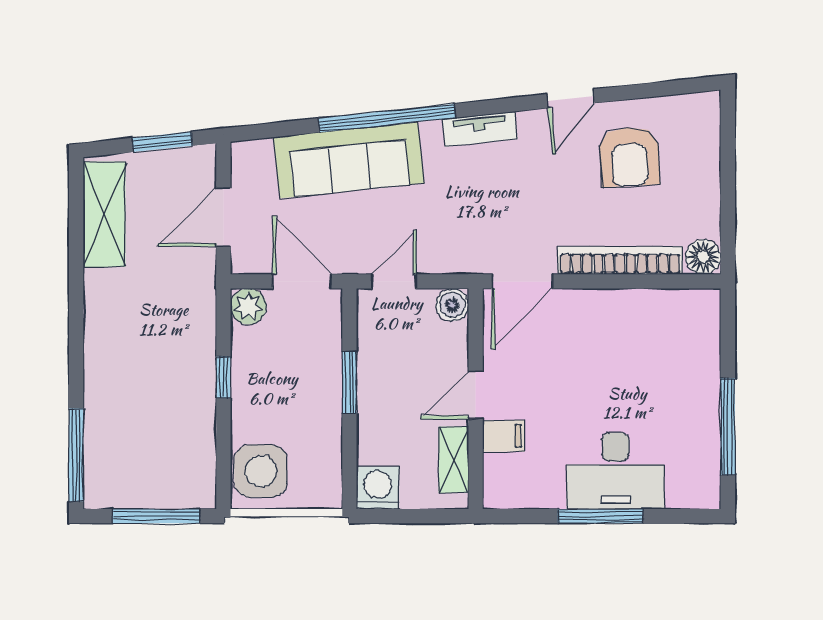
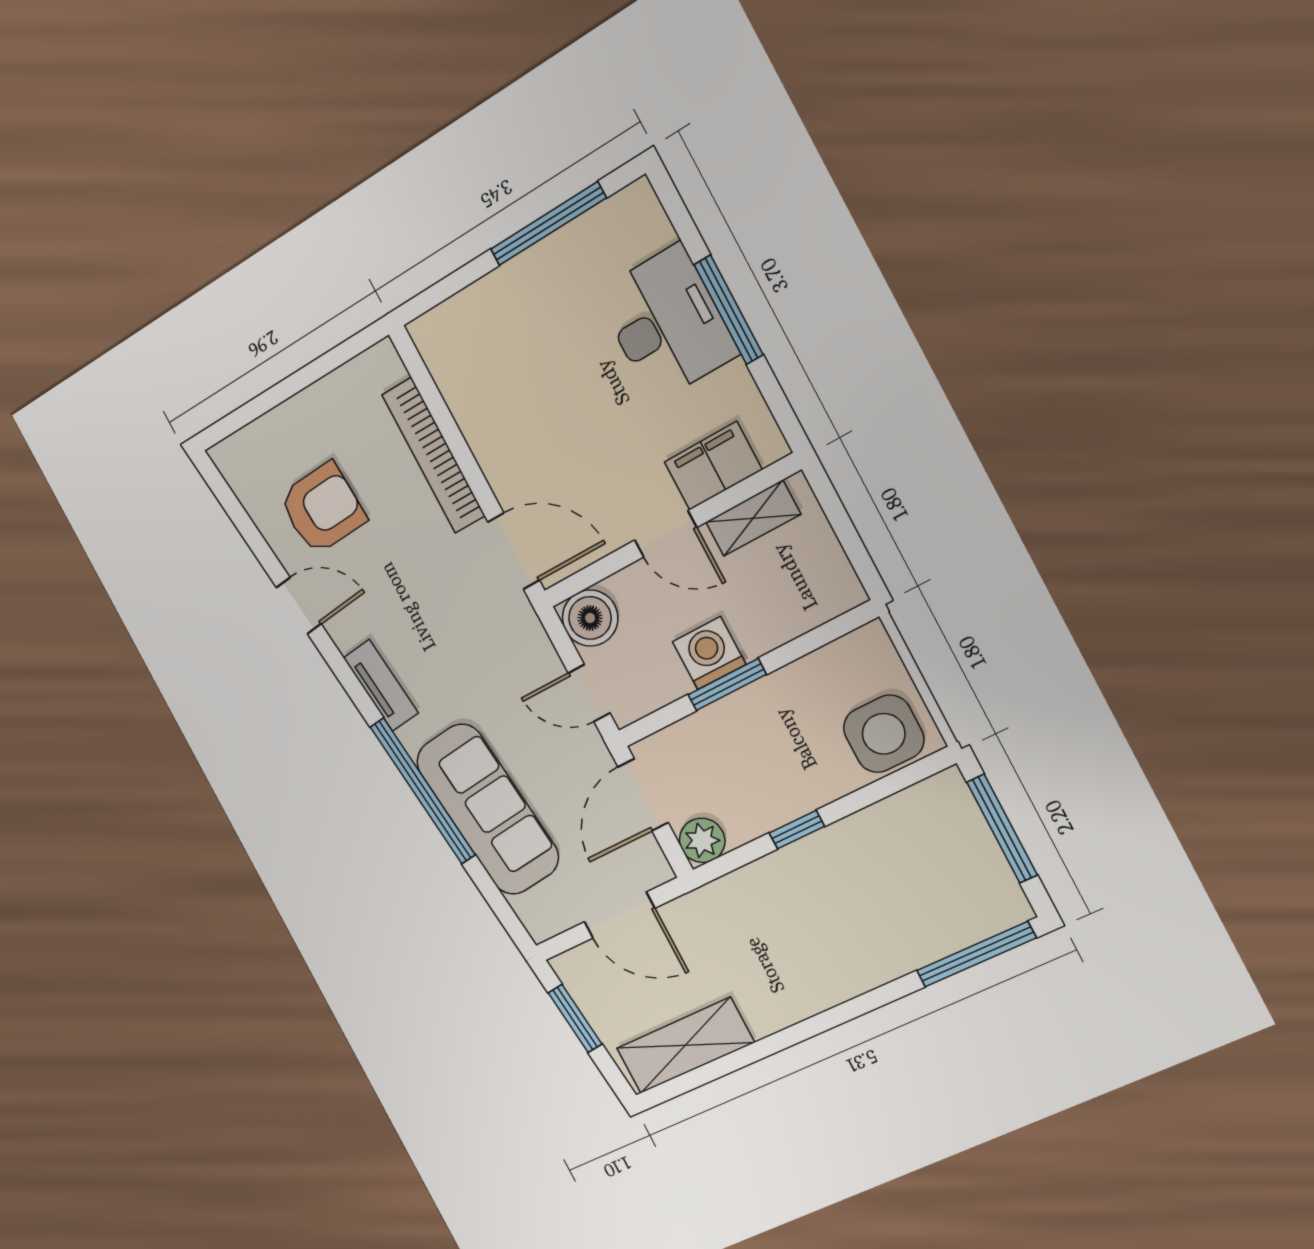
floor lamp: (703, 257) -> (381, 365), removed
boiler: (452, 305) -> (590, 618), width x1.36, depth x1.36
filing cabinet: (504, 436) -> (713, 466), width x2.00
washing machine: (378, 488) -> (709, 653), moved, turned 90

